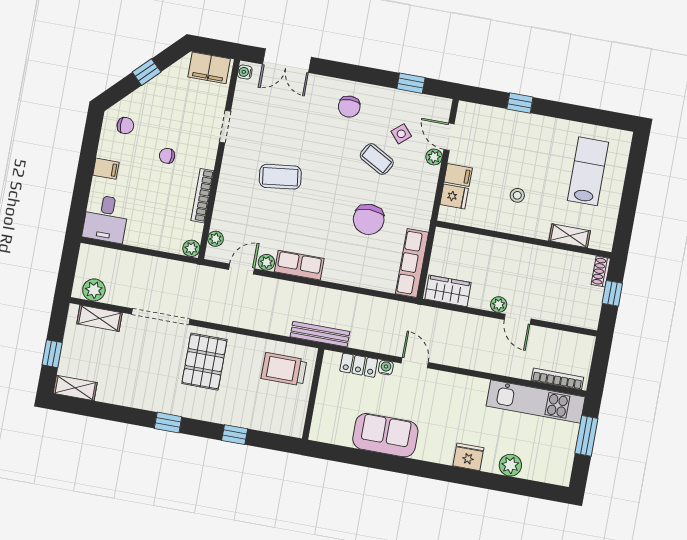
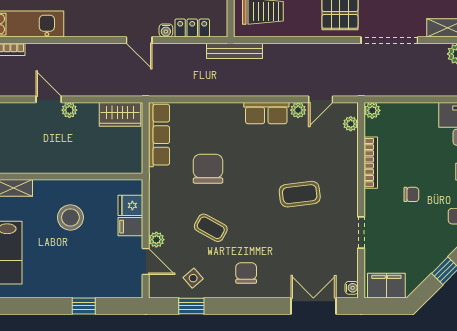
side table: (401, 134) -> (193, 278), moved
stool: (517, 195) -> (70, 217), width x1.89, depth x1.89

